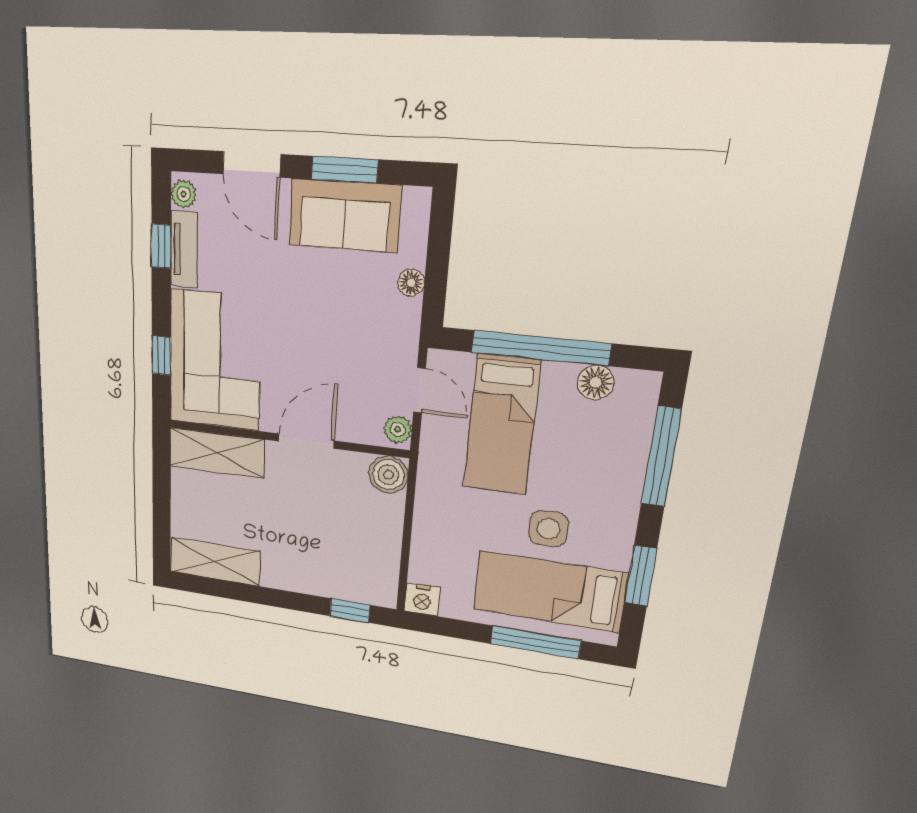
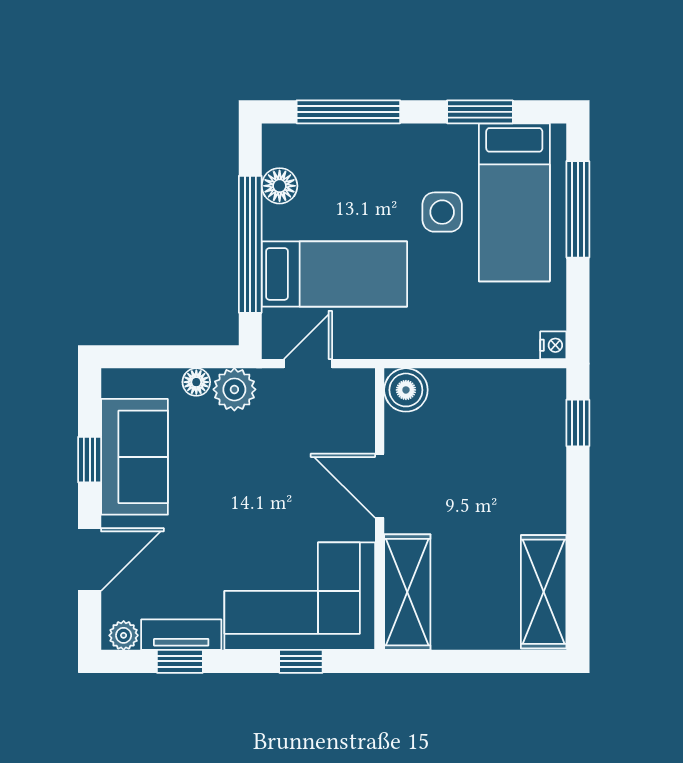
window: (344, 170) -> (90, 460), width x0.67
plant: (398, 429) -> (234, 389), moved, width x1.38, depth x1.38
nightstand: (422, 599) -> (553, 345), width x0.72, depth x0.74

